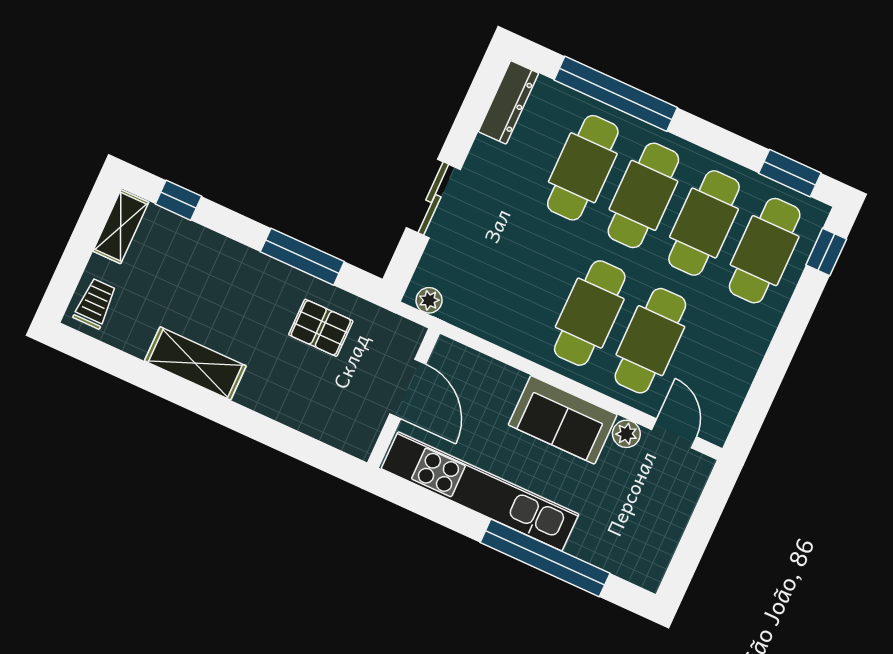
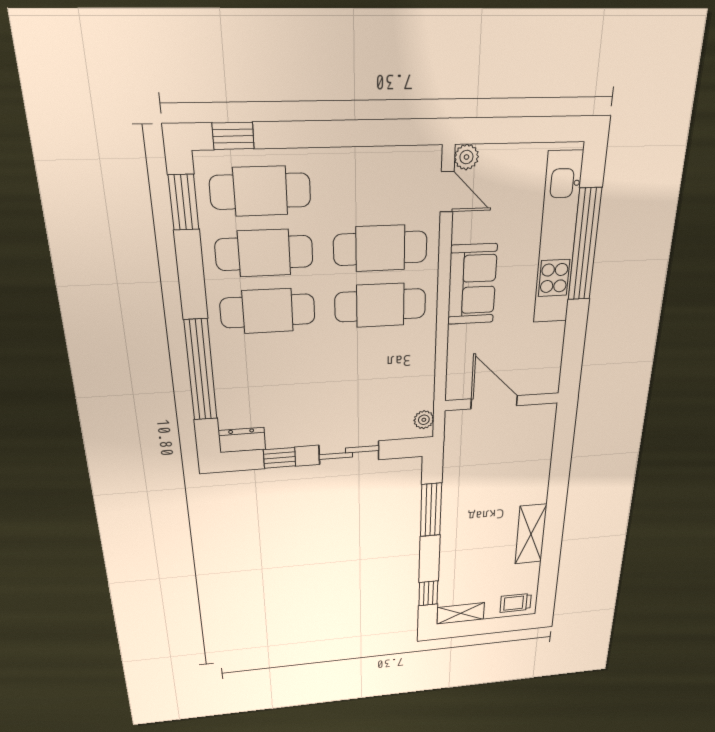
dresser: (508, 102) -> (242, 440), width x0.70
window: (469, 120) -> (280, 458), added
cafe table: (583, 168) -> (271, 365), removed
pallet: (321, 328) -> (475, 476), removed
door: (408, 389) -> (494, 402), hinge flipped
door: (674, 433) -> (447, 192), swing flipped
plant: (626, 434) -> (466, 157), moved
kitchen unit: (480, 491) -> (558, 240), moved

